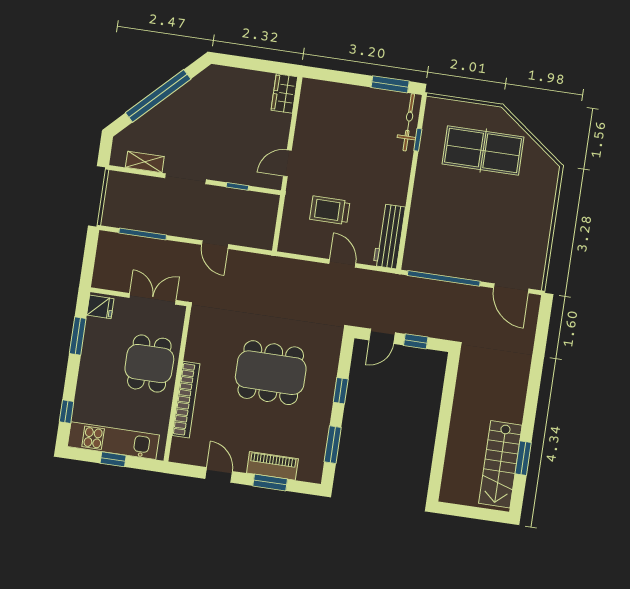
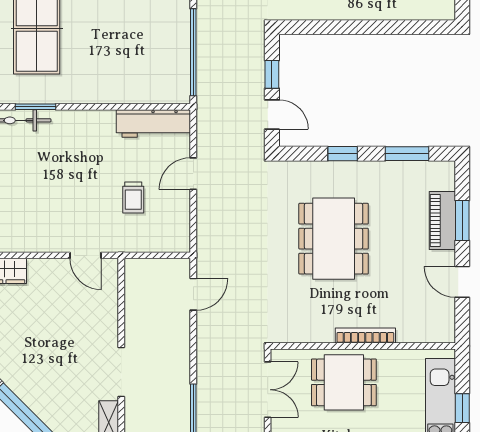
window: (418, 140) -> (35, 107), width x1.50
window: (237, 186) -> (121, 310), removed
trolley: (330, 210) -> (133, 198), width x0.73, depth x0.72
door: (215, 245) -> (193, 294), moved
double door: (153, 299) -> (268, 390), swing flipped
bookcase: (186, 400) -> (365, 336), width x0.68, depth x0.76
door: (219, 475) -> (462, 282), hinge flipped

